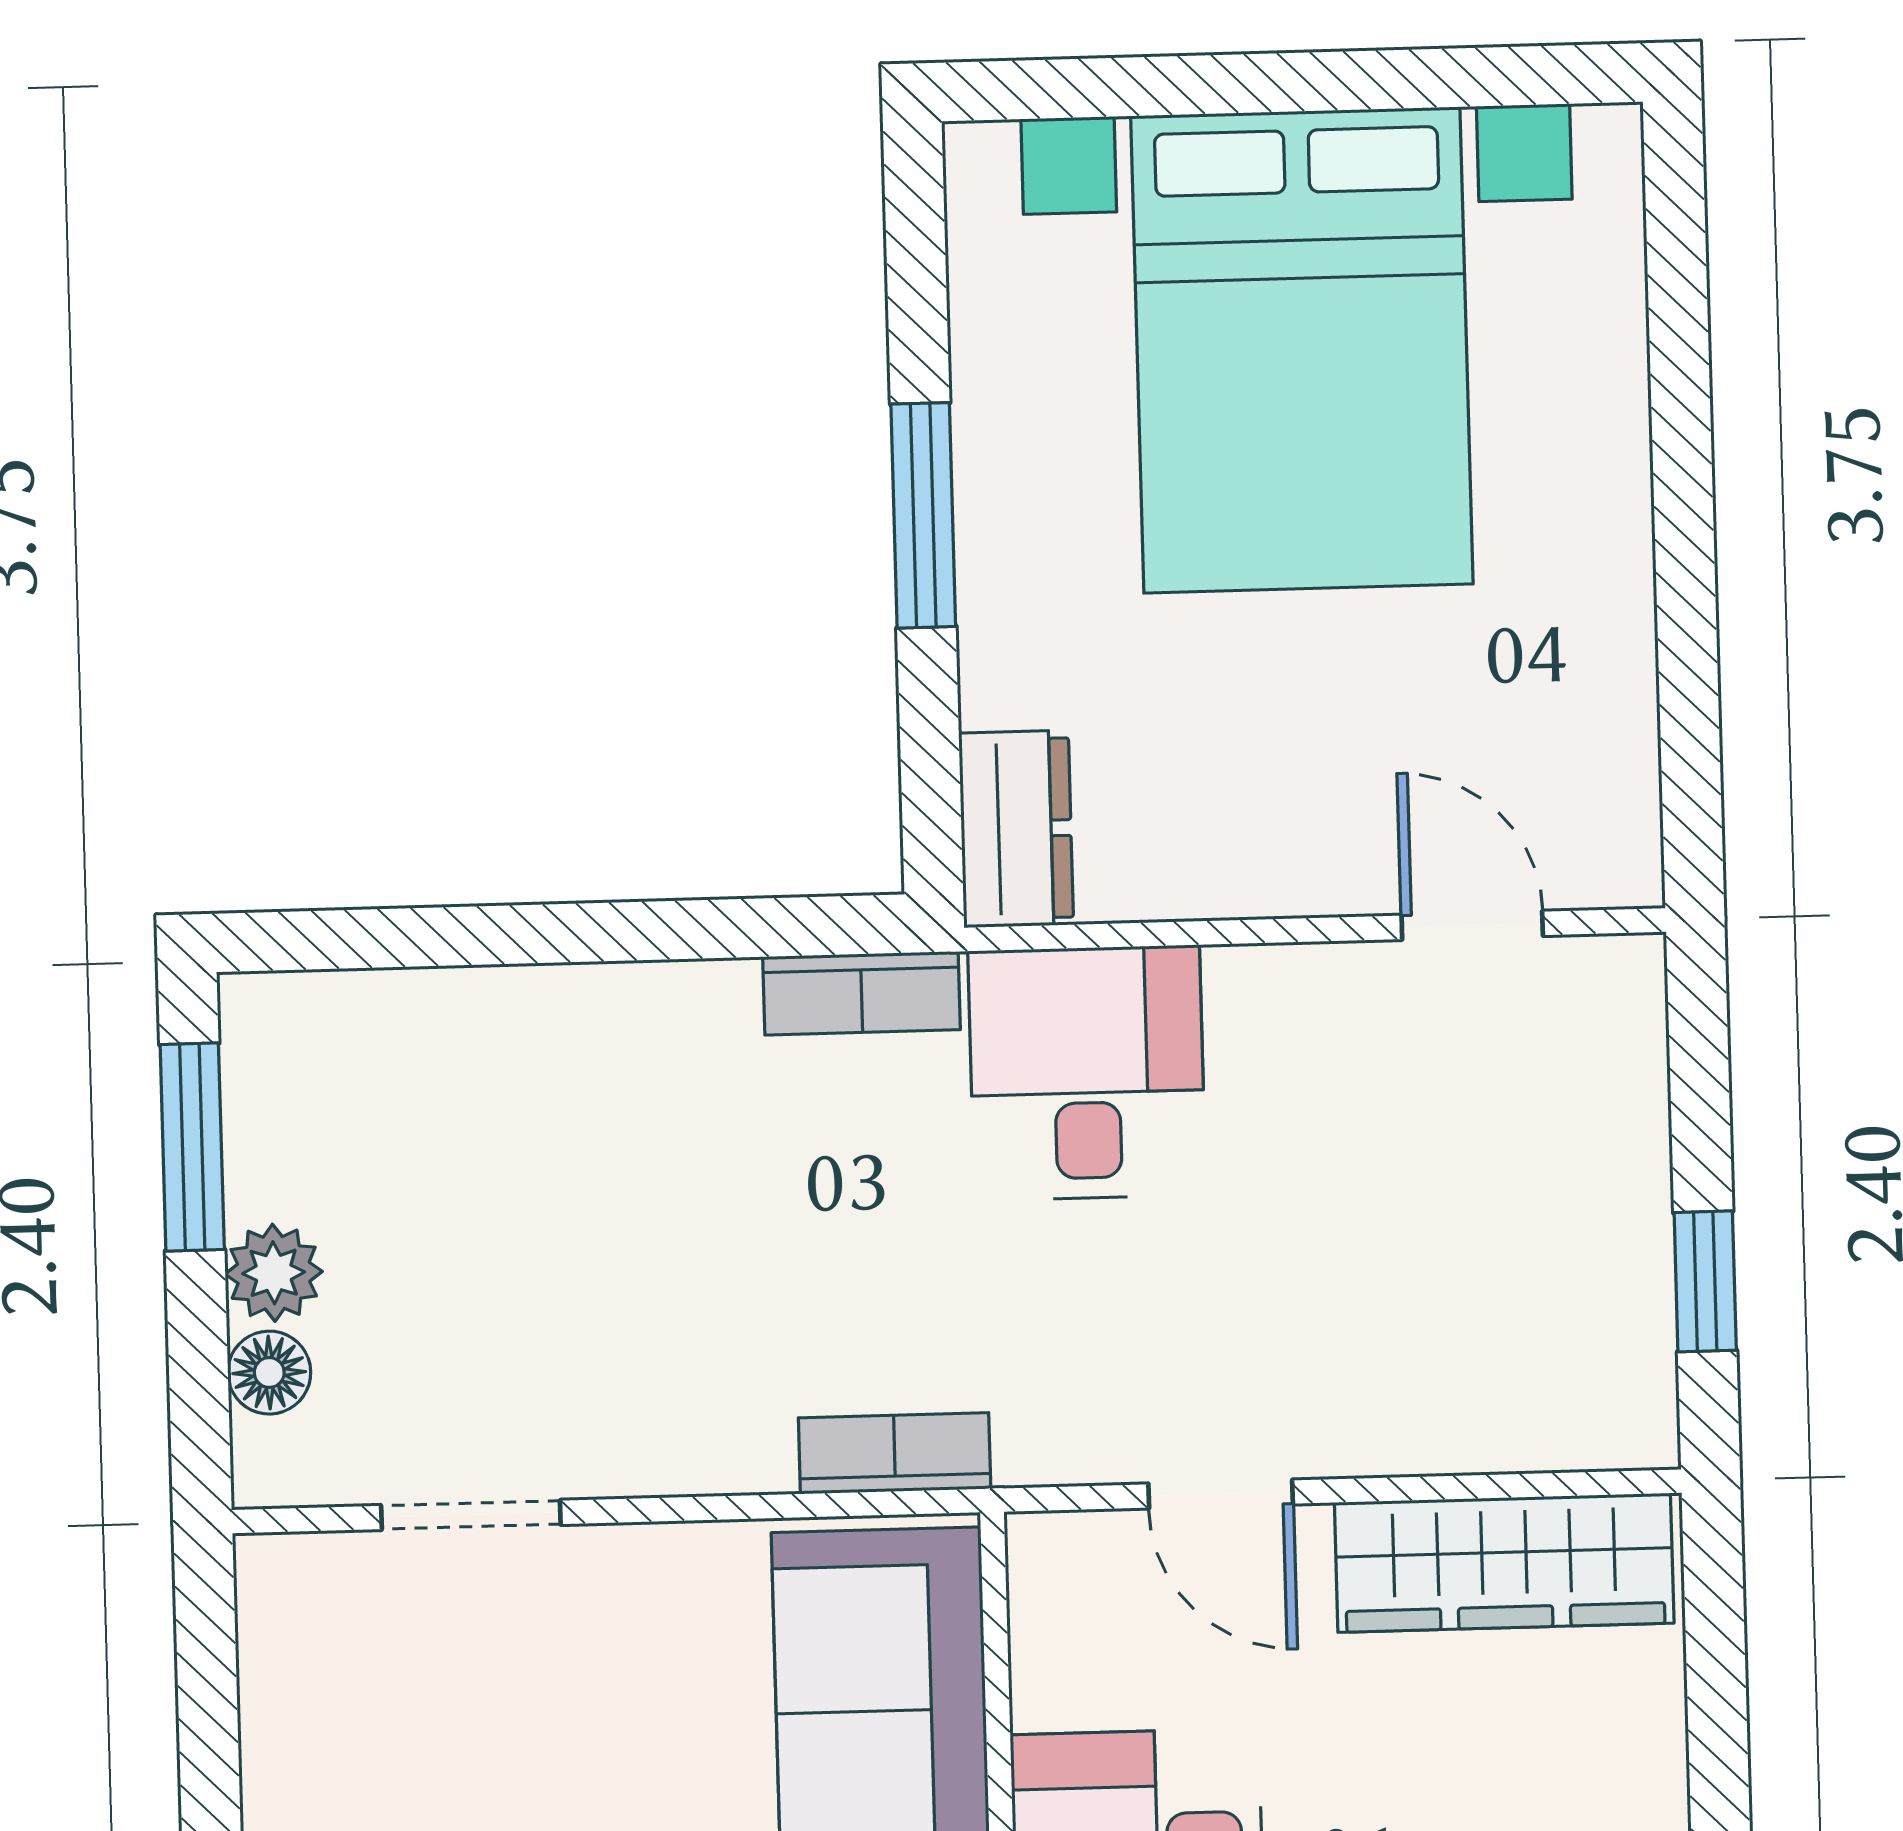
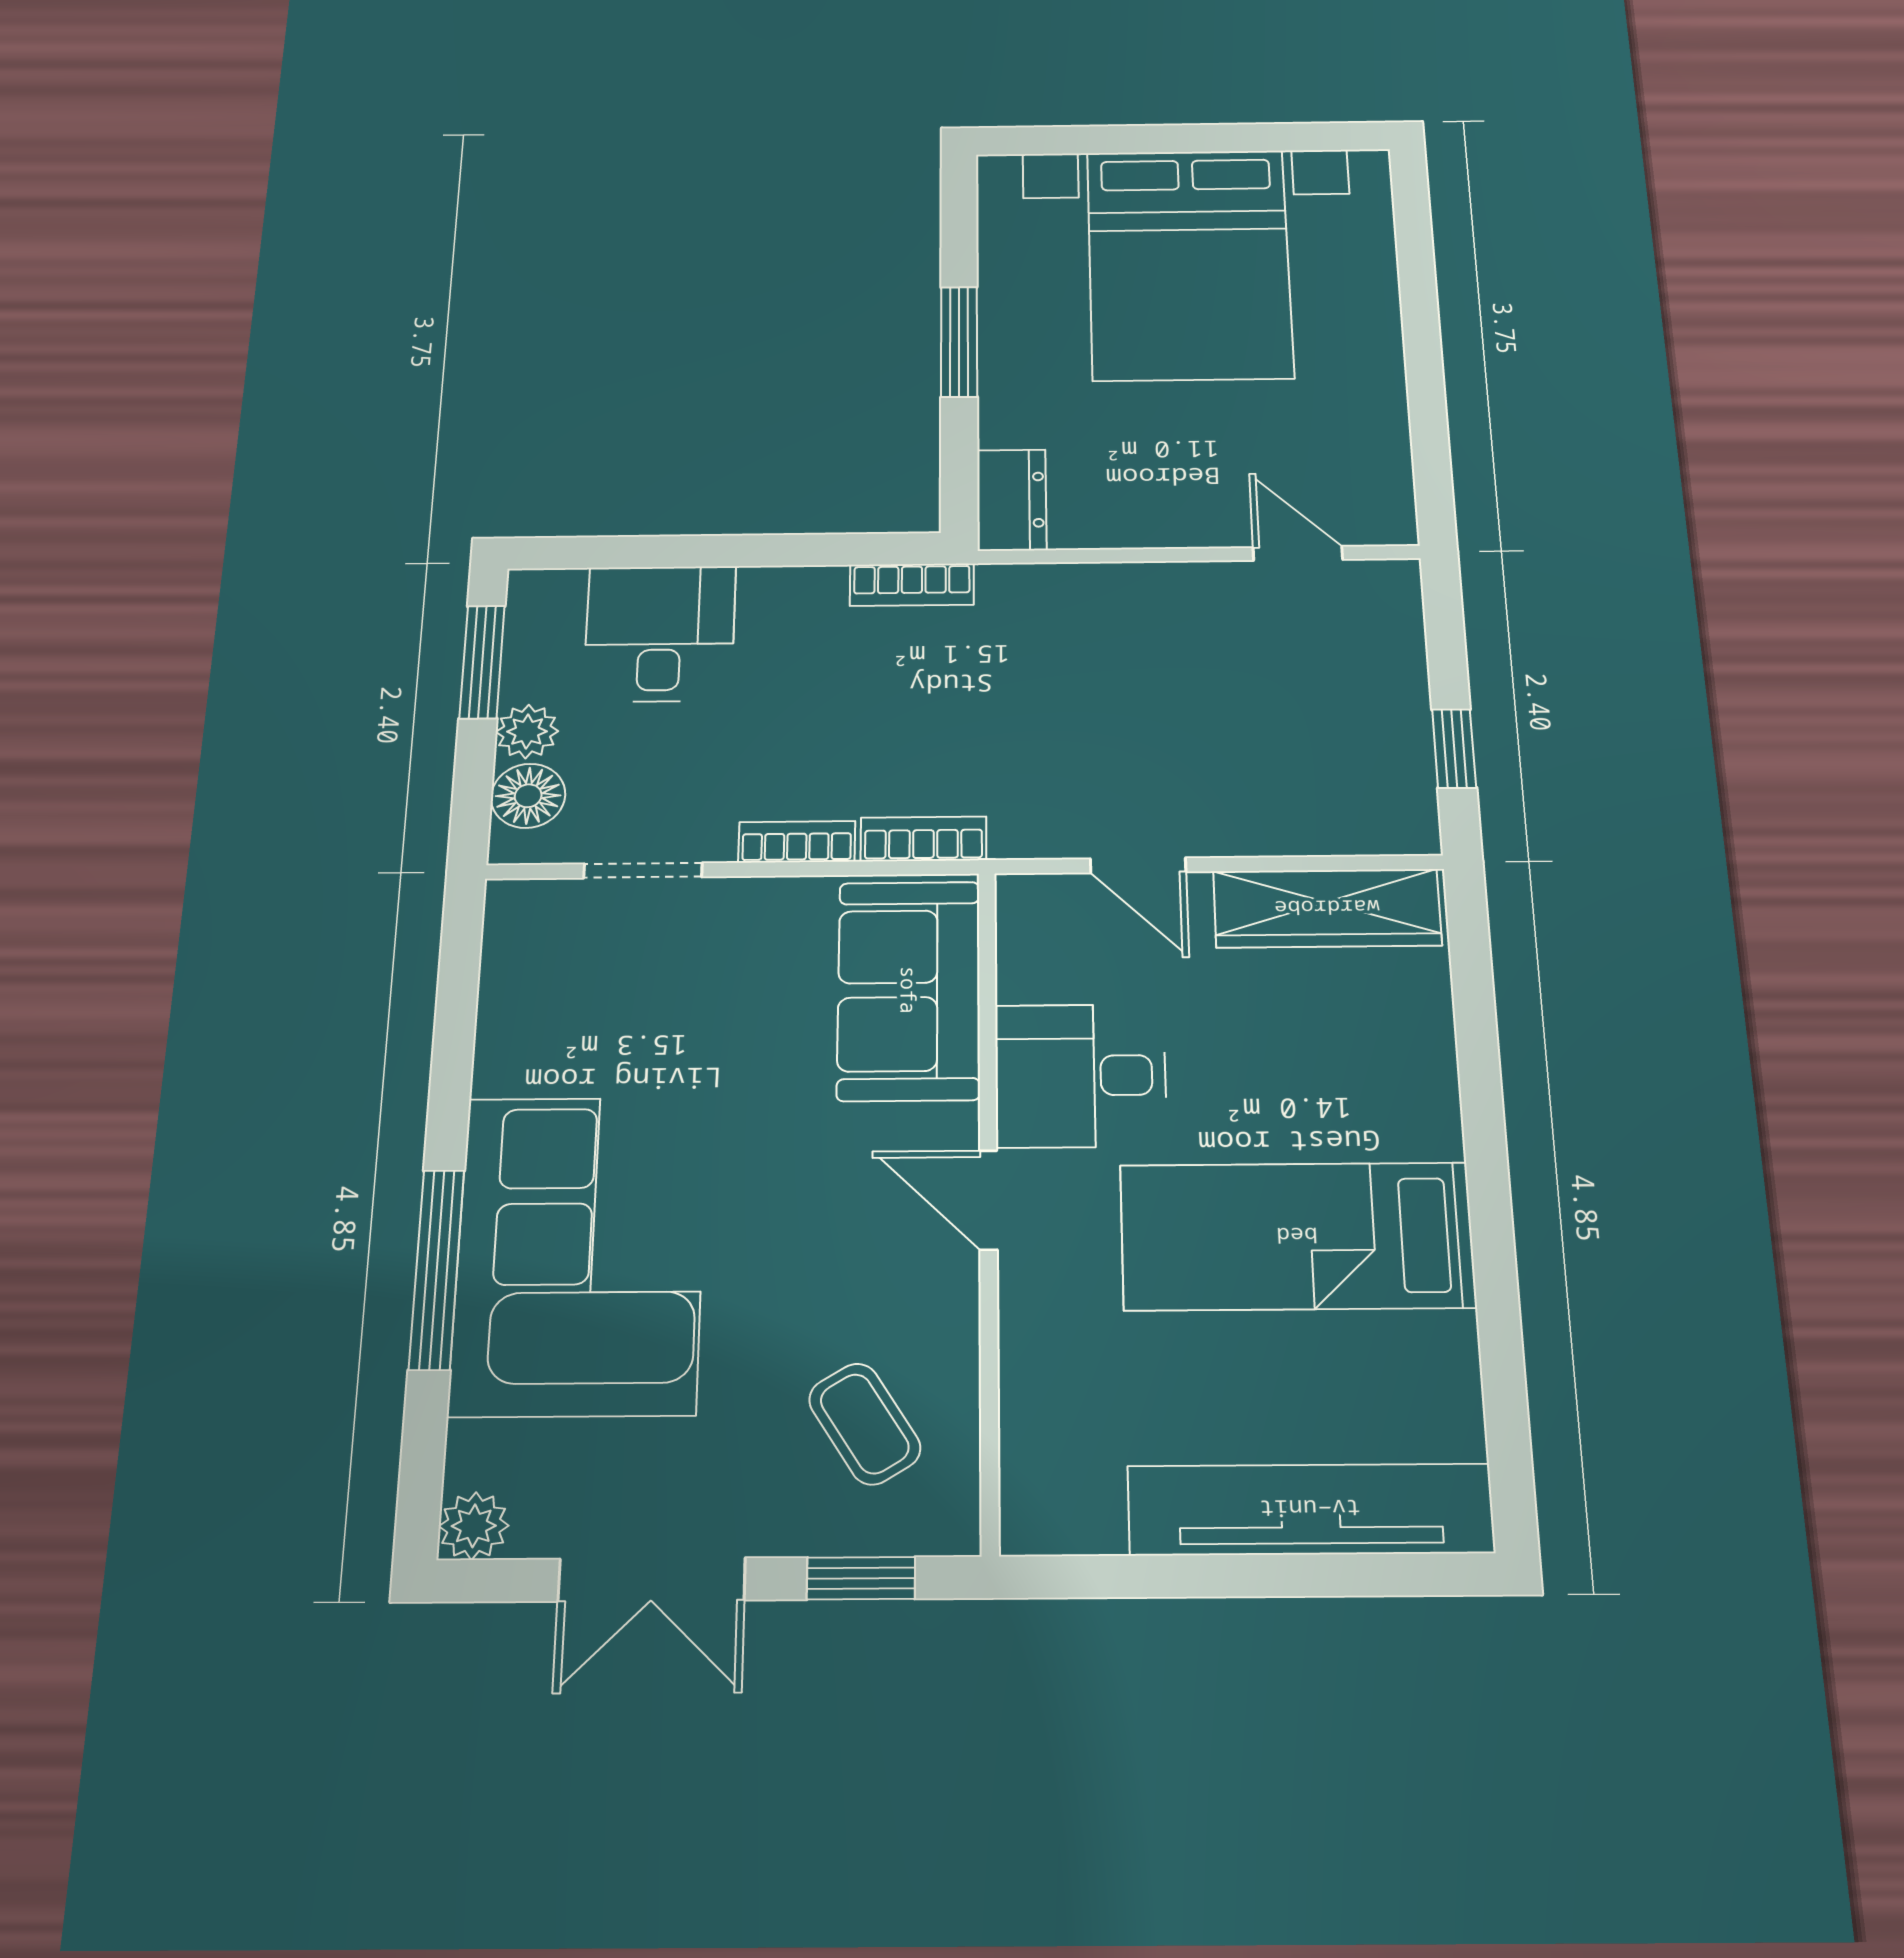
desk: (1087, 1073) -> (660, 633), moved
floor lamp: (269, 1373) -> (528, 796), width x1.37, depth x1.37
bookcase: (702, 1461) -> (797, 842), added

